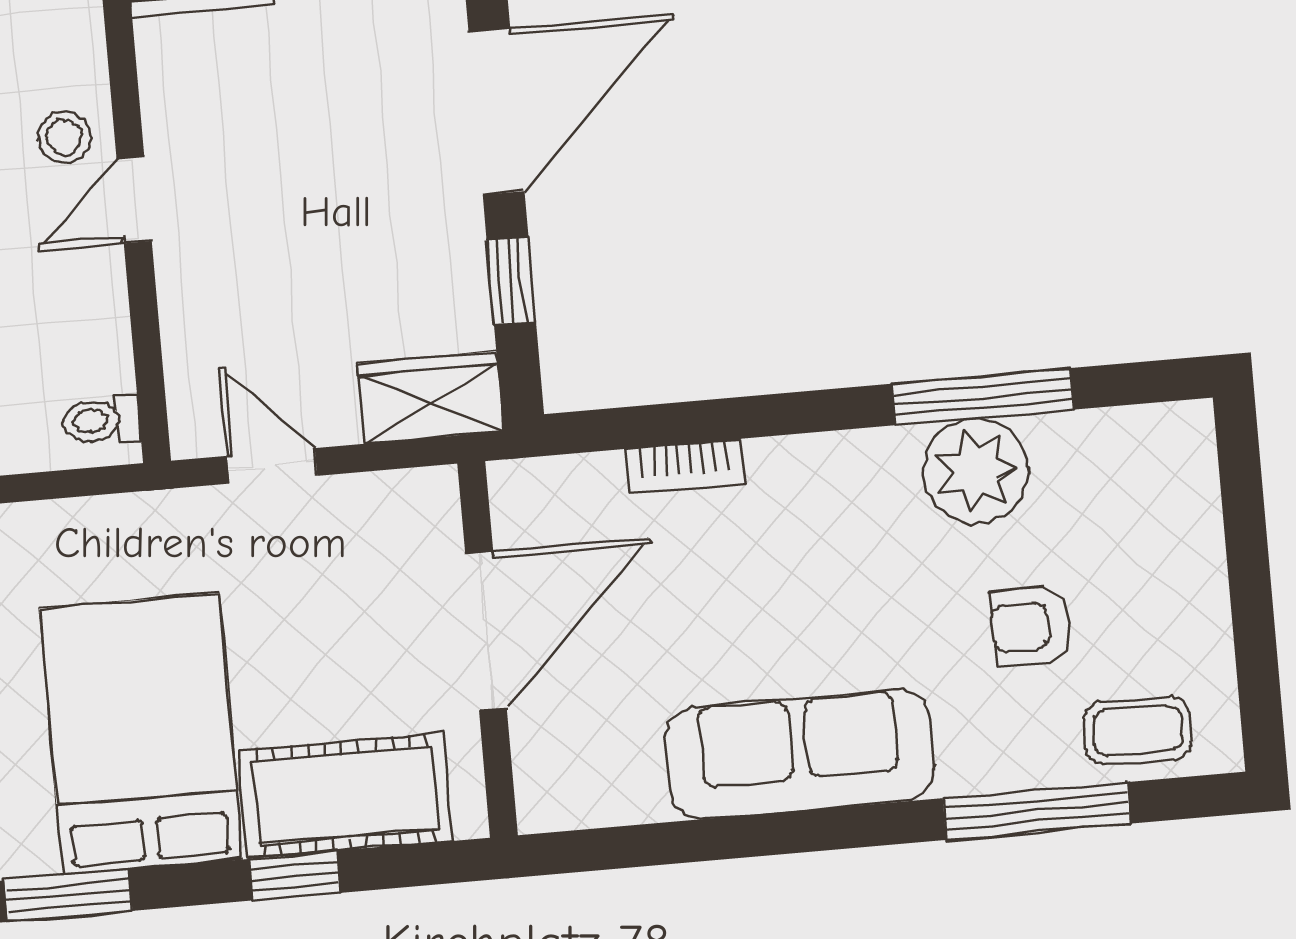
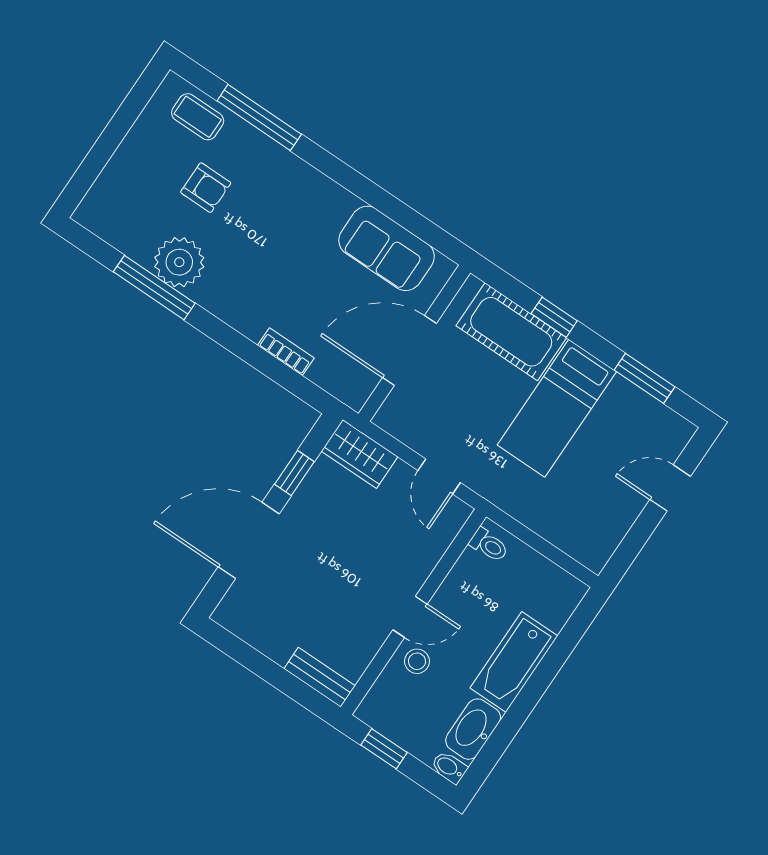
bed: (141, 734) -> (557, 408), width x0.67
sofa: (800, 754) -> (387, 248), moved, width x0.73

